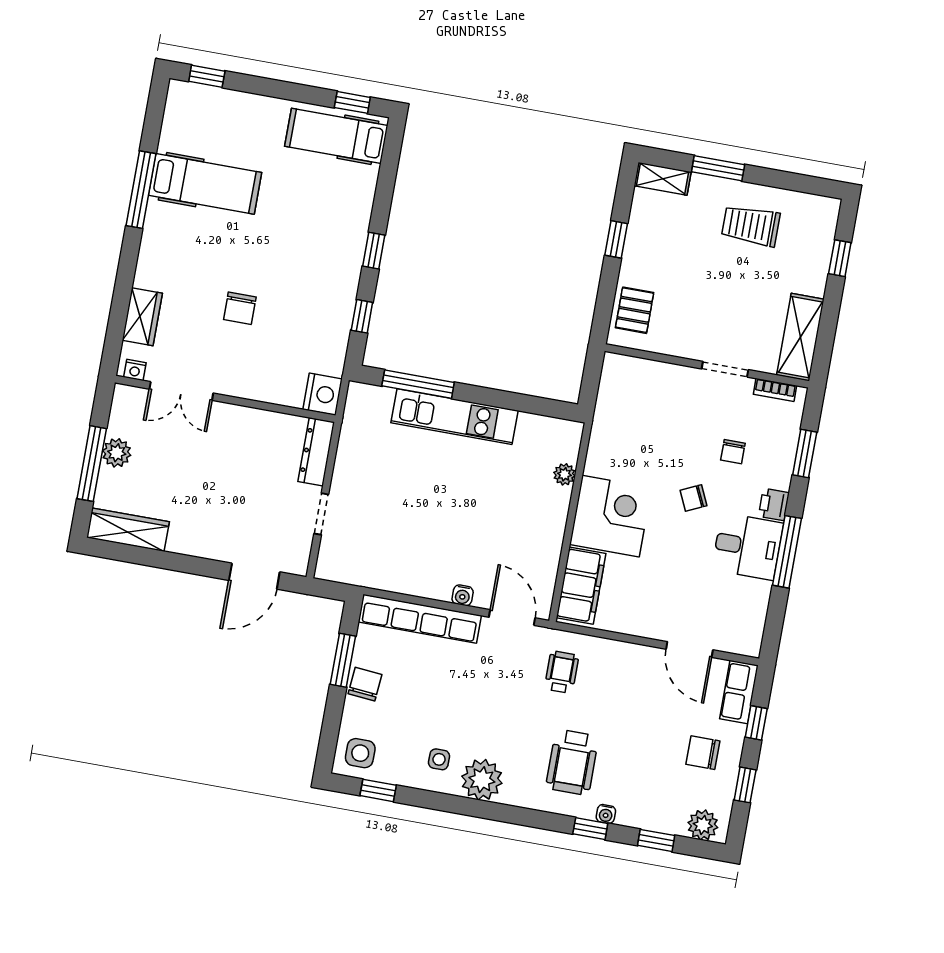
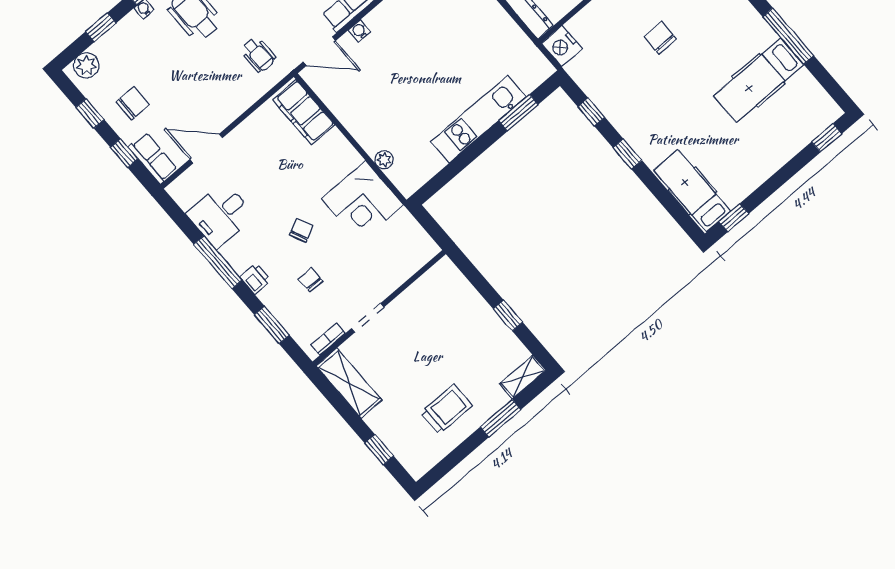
hospital bed: (336, 136) -> (692, 191), moved, turned -90
pallet: (635, 310) -> (453, 290), removed
window: (418, 384) -> (518, 113), width x0.69
corner desk: (611, 516) -> (362, 202), moved
desk: (748, 546) -> (221, 215), moved

